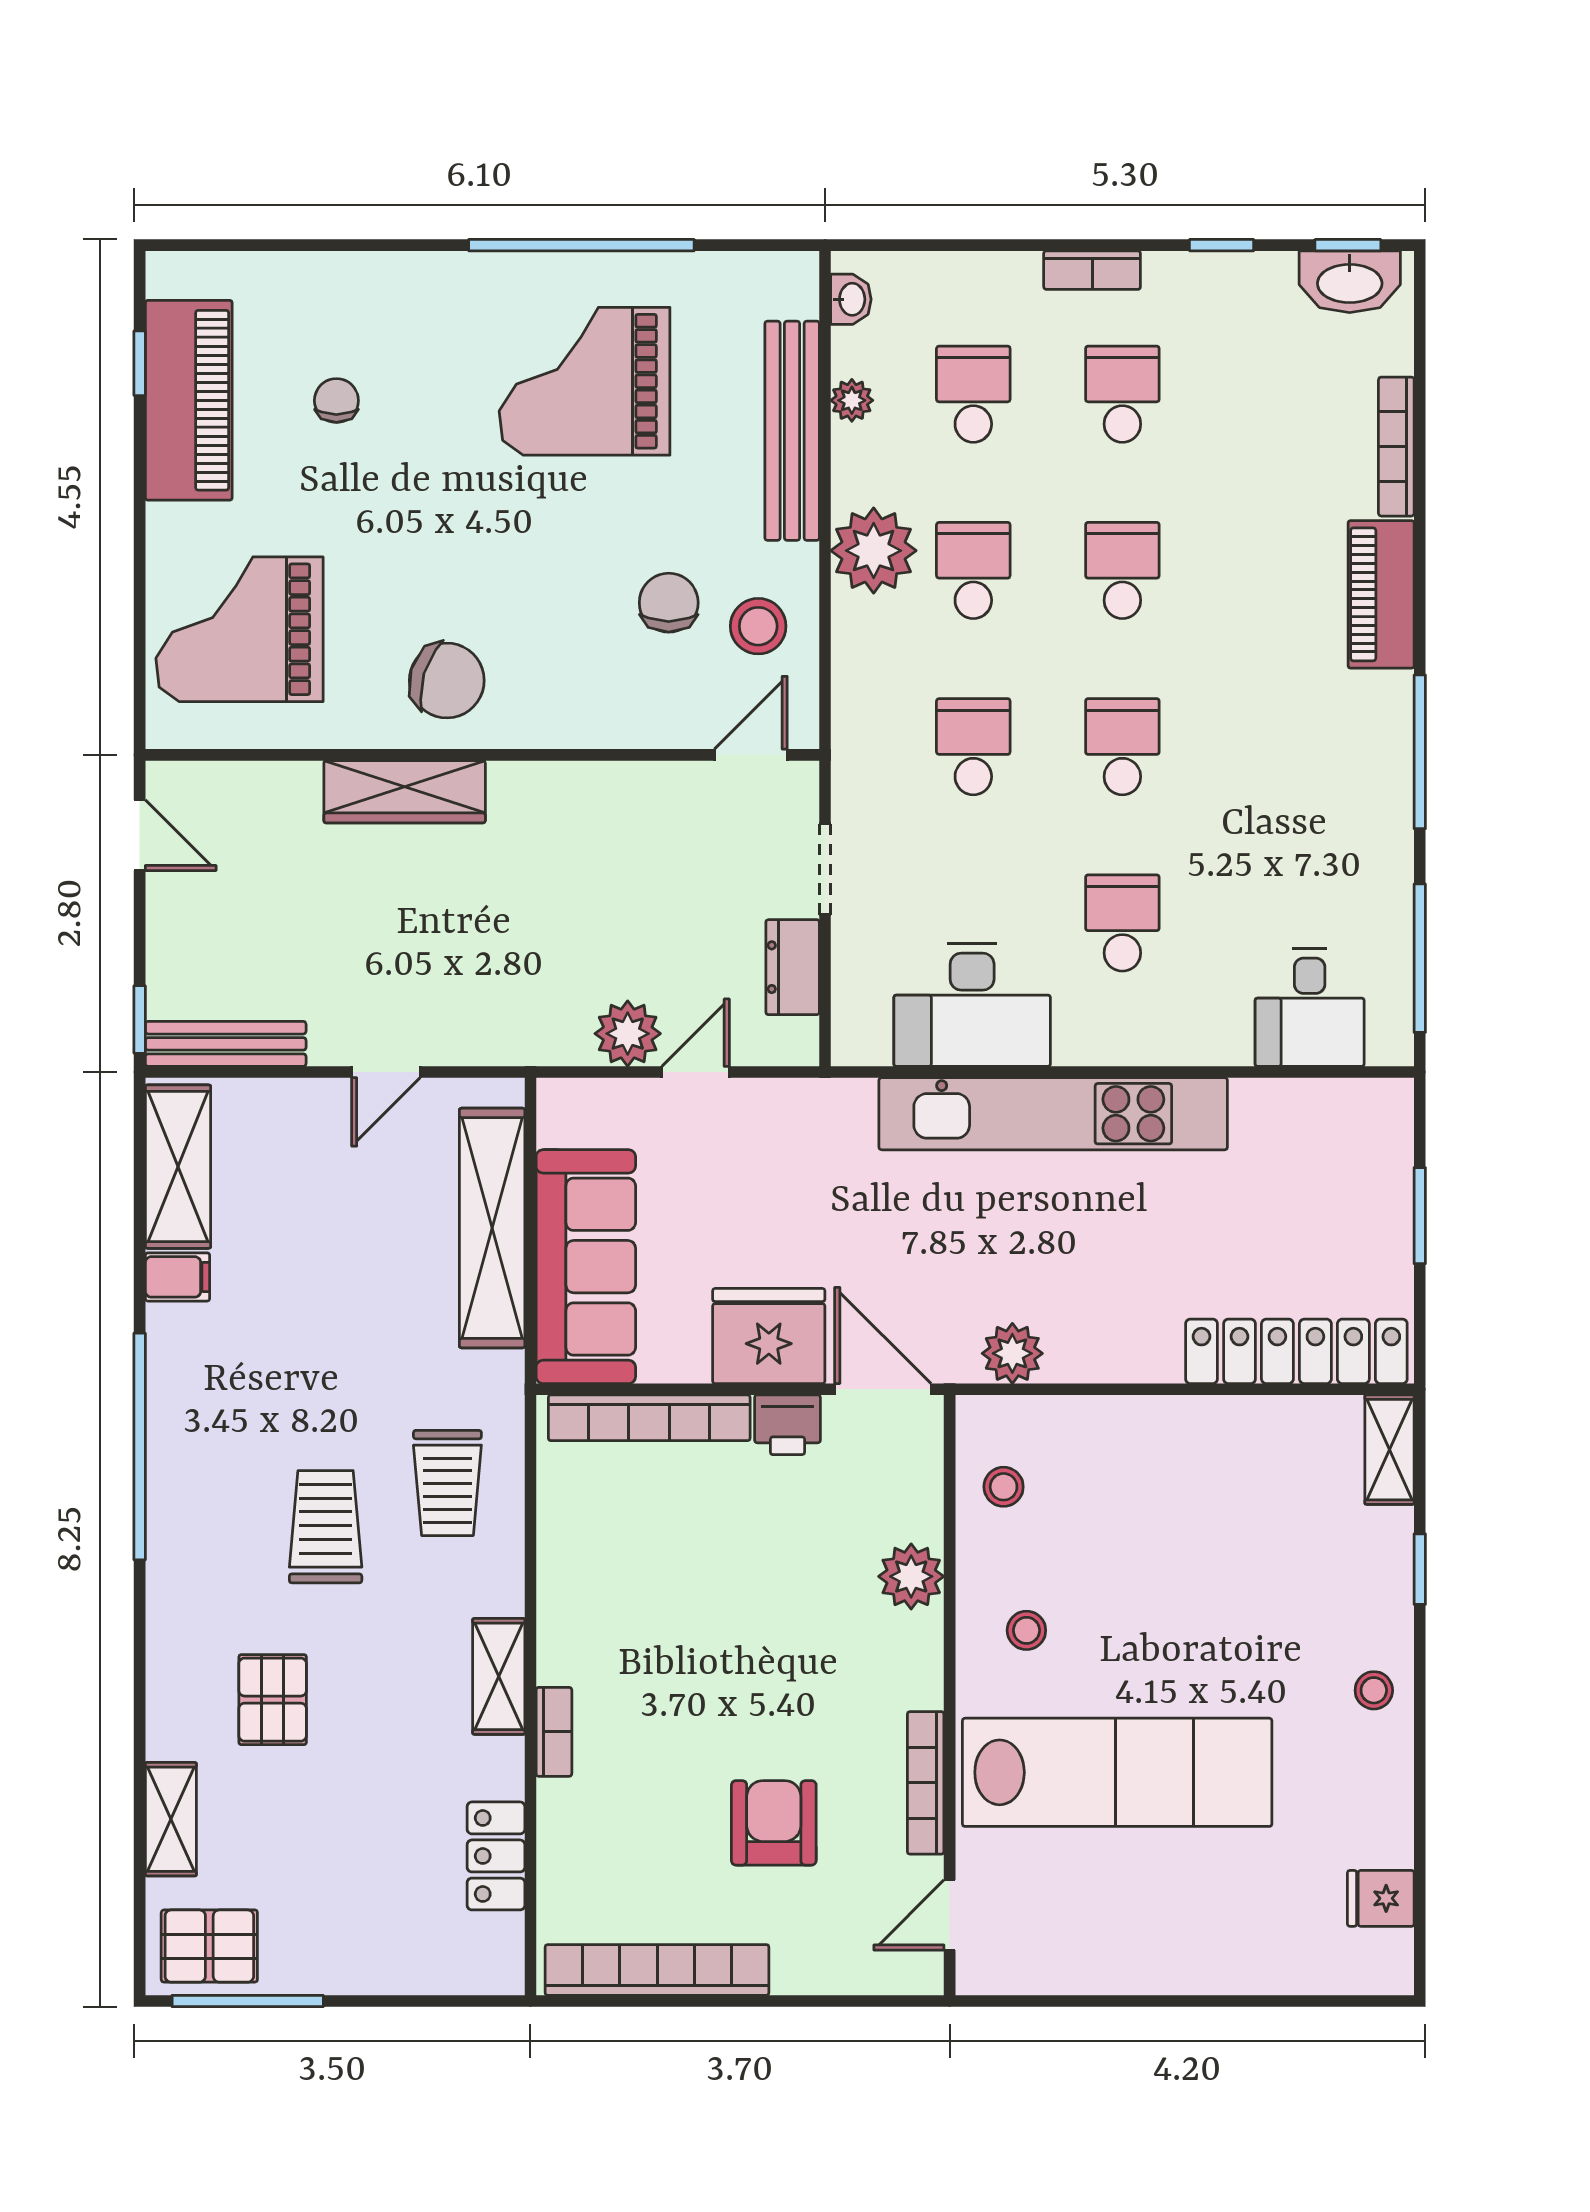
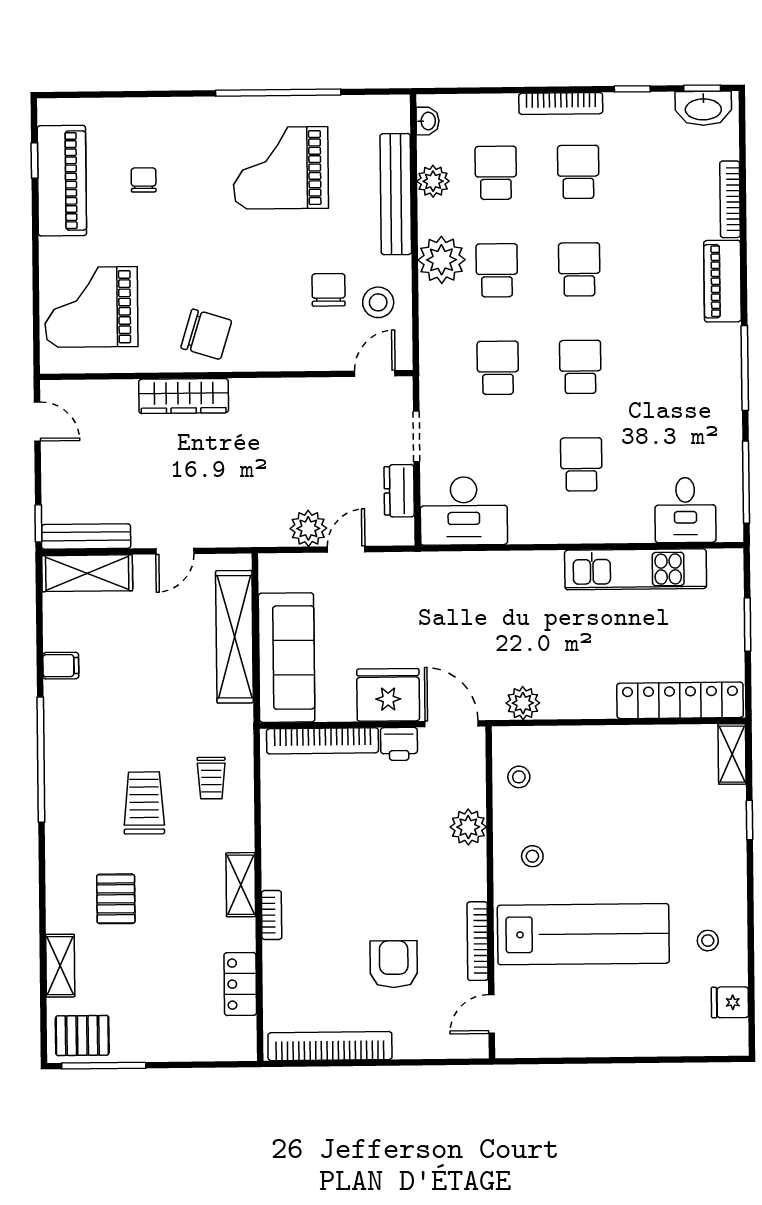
bookcase: (1092, 270) -> (561, 103), width x1.56
plant: (852, 400) -> (433, 181), width x1.38, depth x1.38
desk: (972, 1005) -> (464, 511), moved
kitchen unit: (1053, 1114) -> (636, 569), moved, width x0.73
shelving: (178, 1167) -> (87, 573), moved, turned 90
trolley: (447, 1483) -> (211, 778), width x0.73, depth x0.72
stool: (1374, 1690) -> (708, 941), moved

